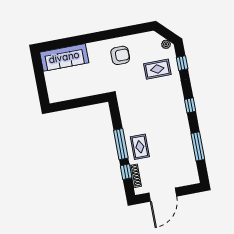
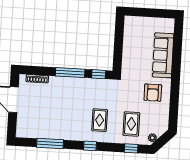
sofa: (64, 57) -> (163, 55), moved
rug: (140, 147) -> (100, 120), moved, turned 90
window: (126, 172) -> (99, 74), moved

